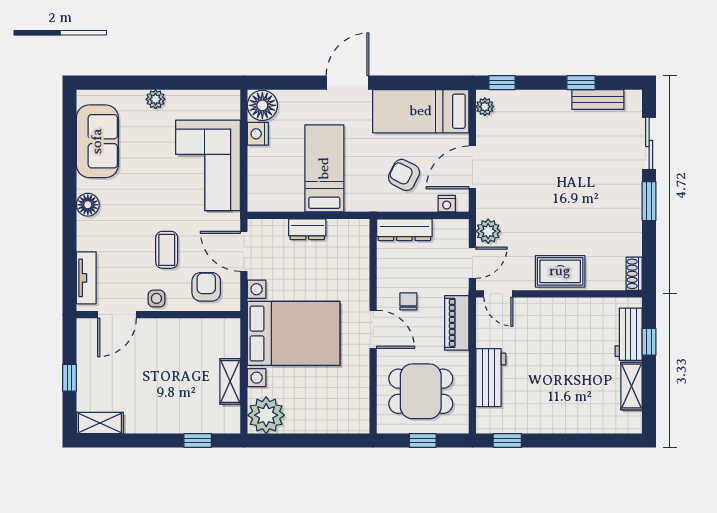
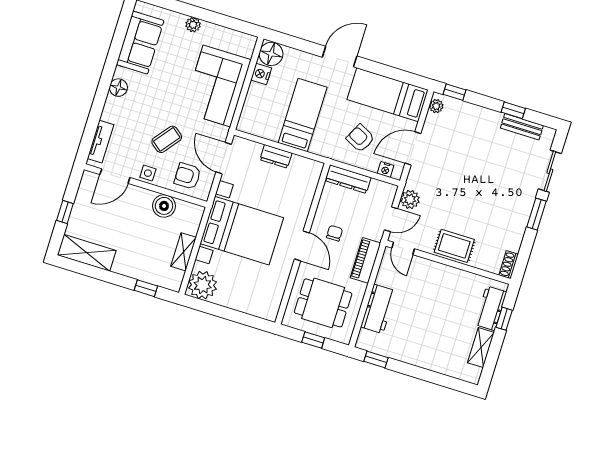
coffee table: (167, 250) -> (167, 139), turned 38
armchair: (206, 287) -> (188, 176), turned -90
boiler: (189, 333) -> (164, 206), added
shelving: (100, 423) -> (87, 253), width x1.50, depth x1.33

